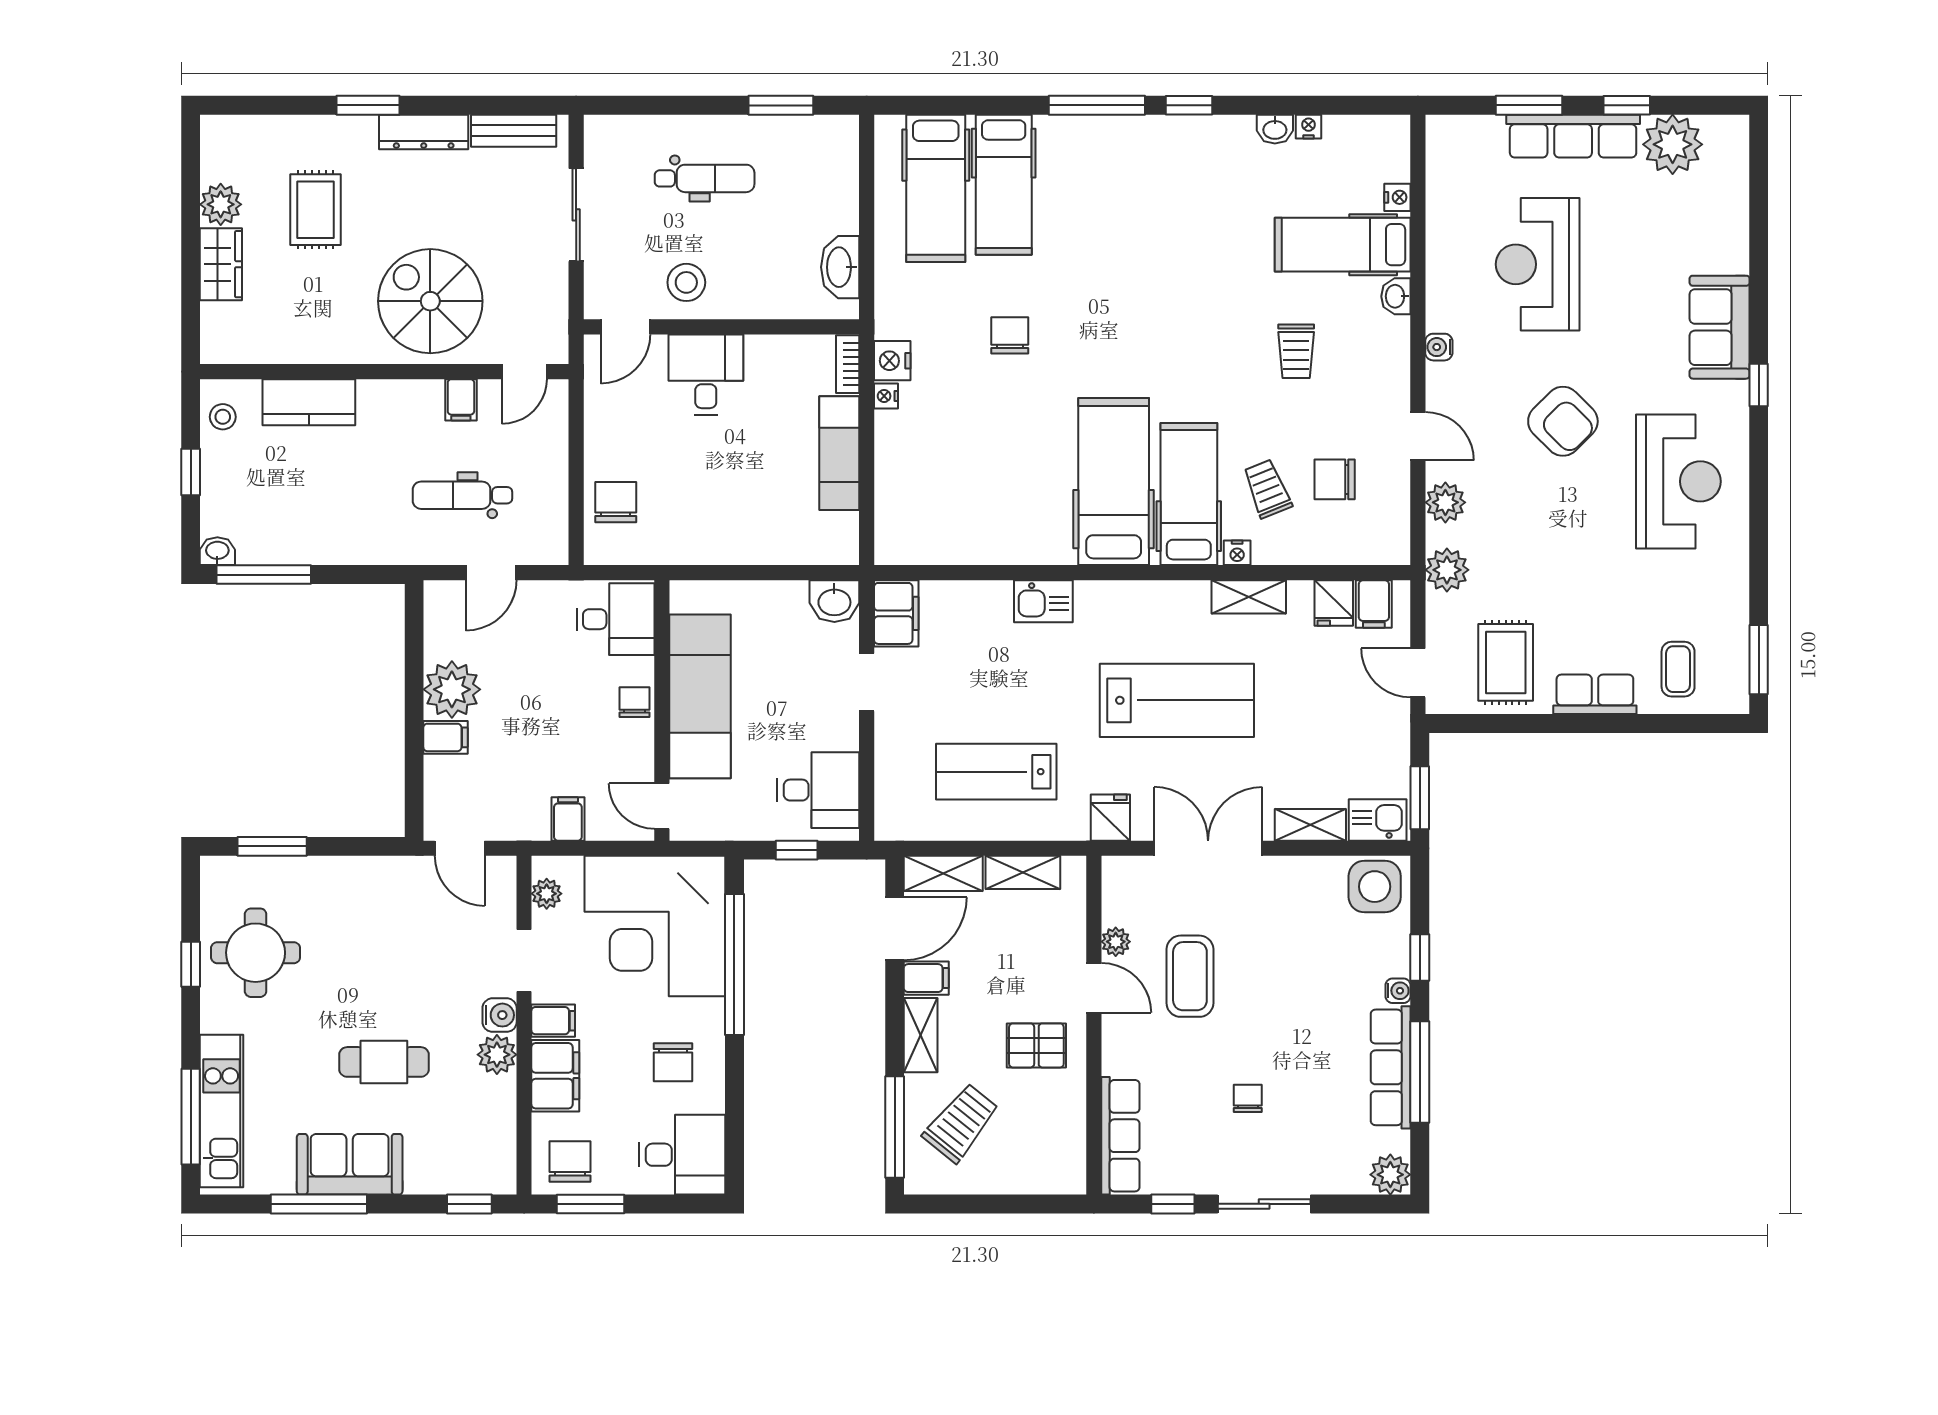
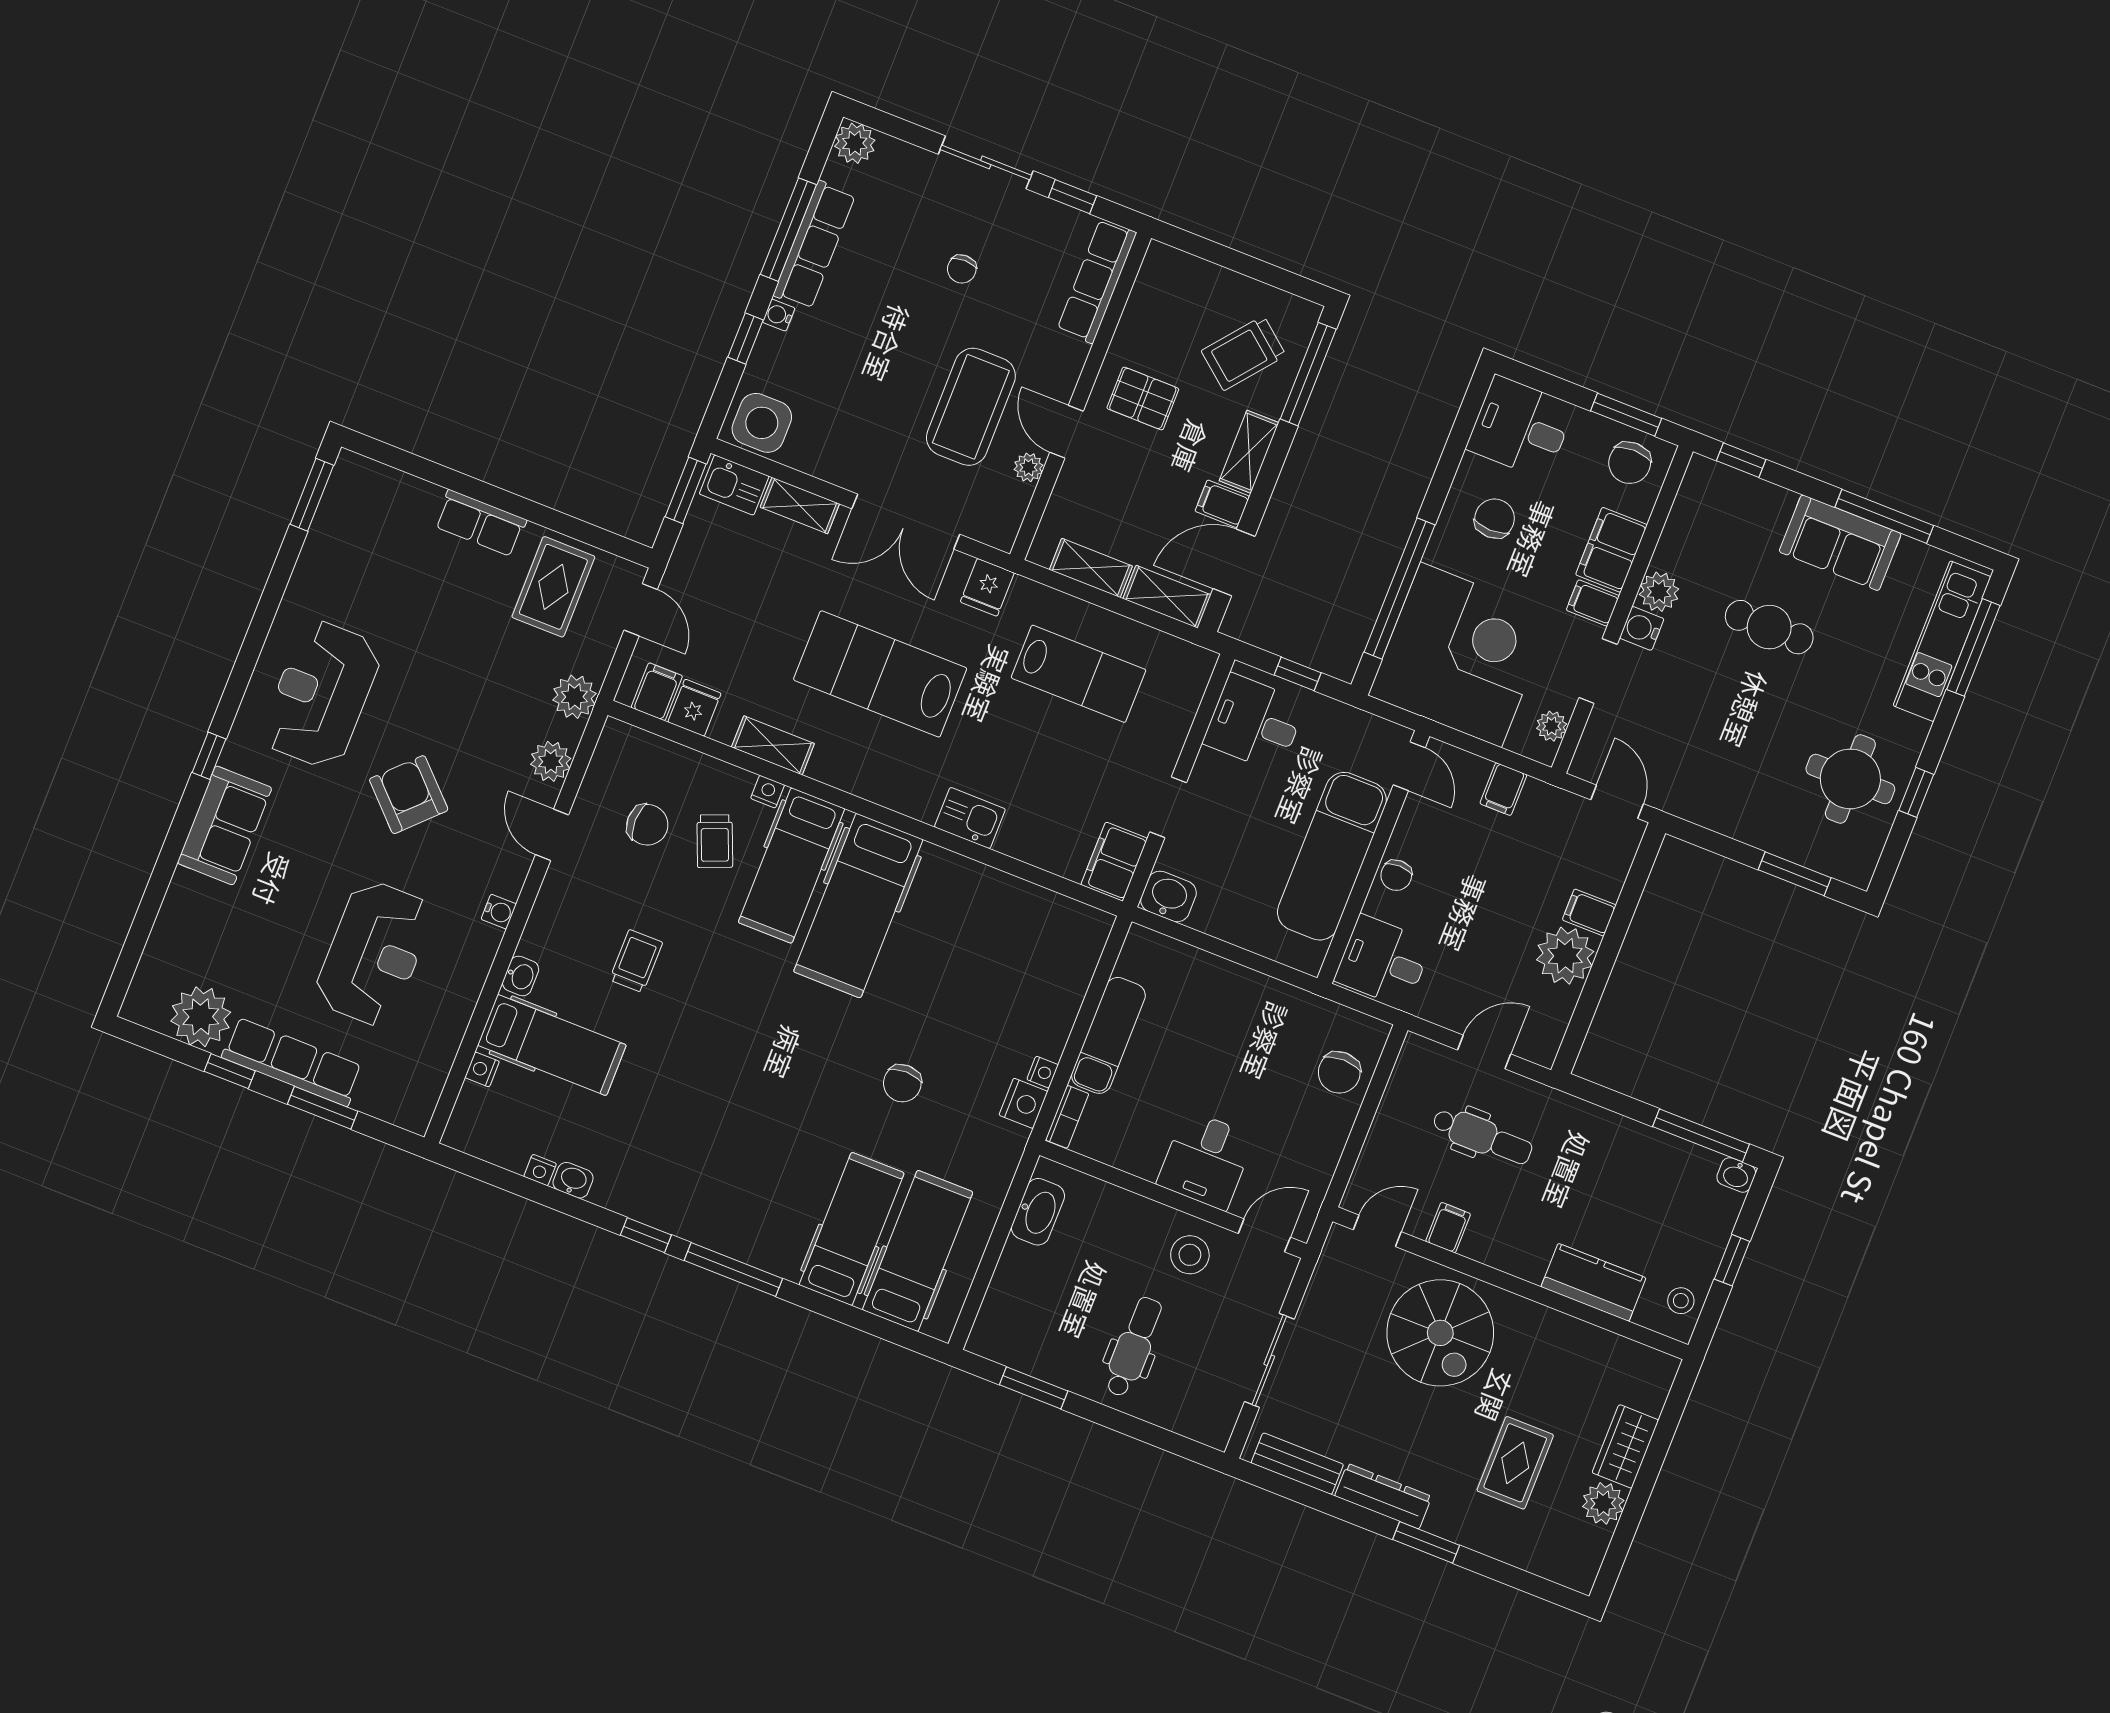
dental chair: (705, 178) -> (1134, 1347), turned 90
coffee table: (1678, 669) -> (392, 516), removed
coffee table: (1190, 976) -> (971, 407), width x1.36, depth x1.32

